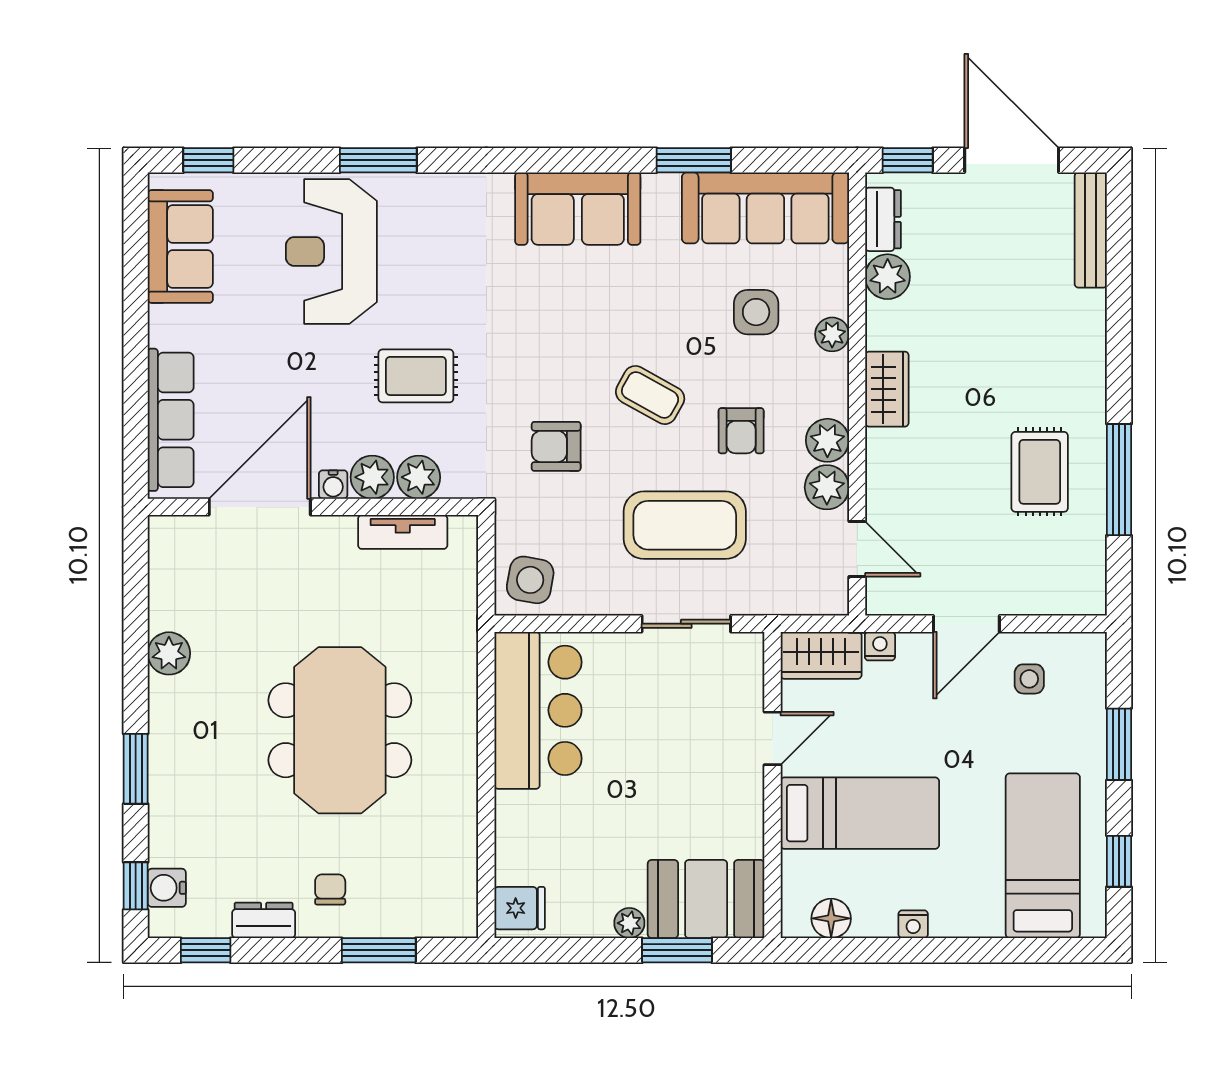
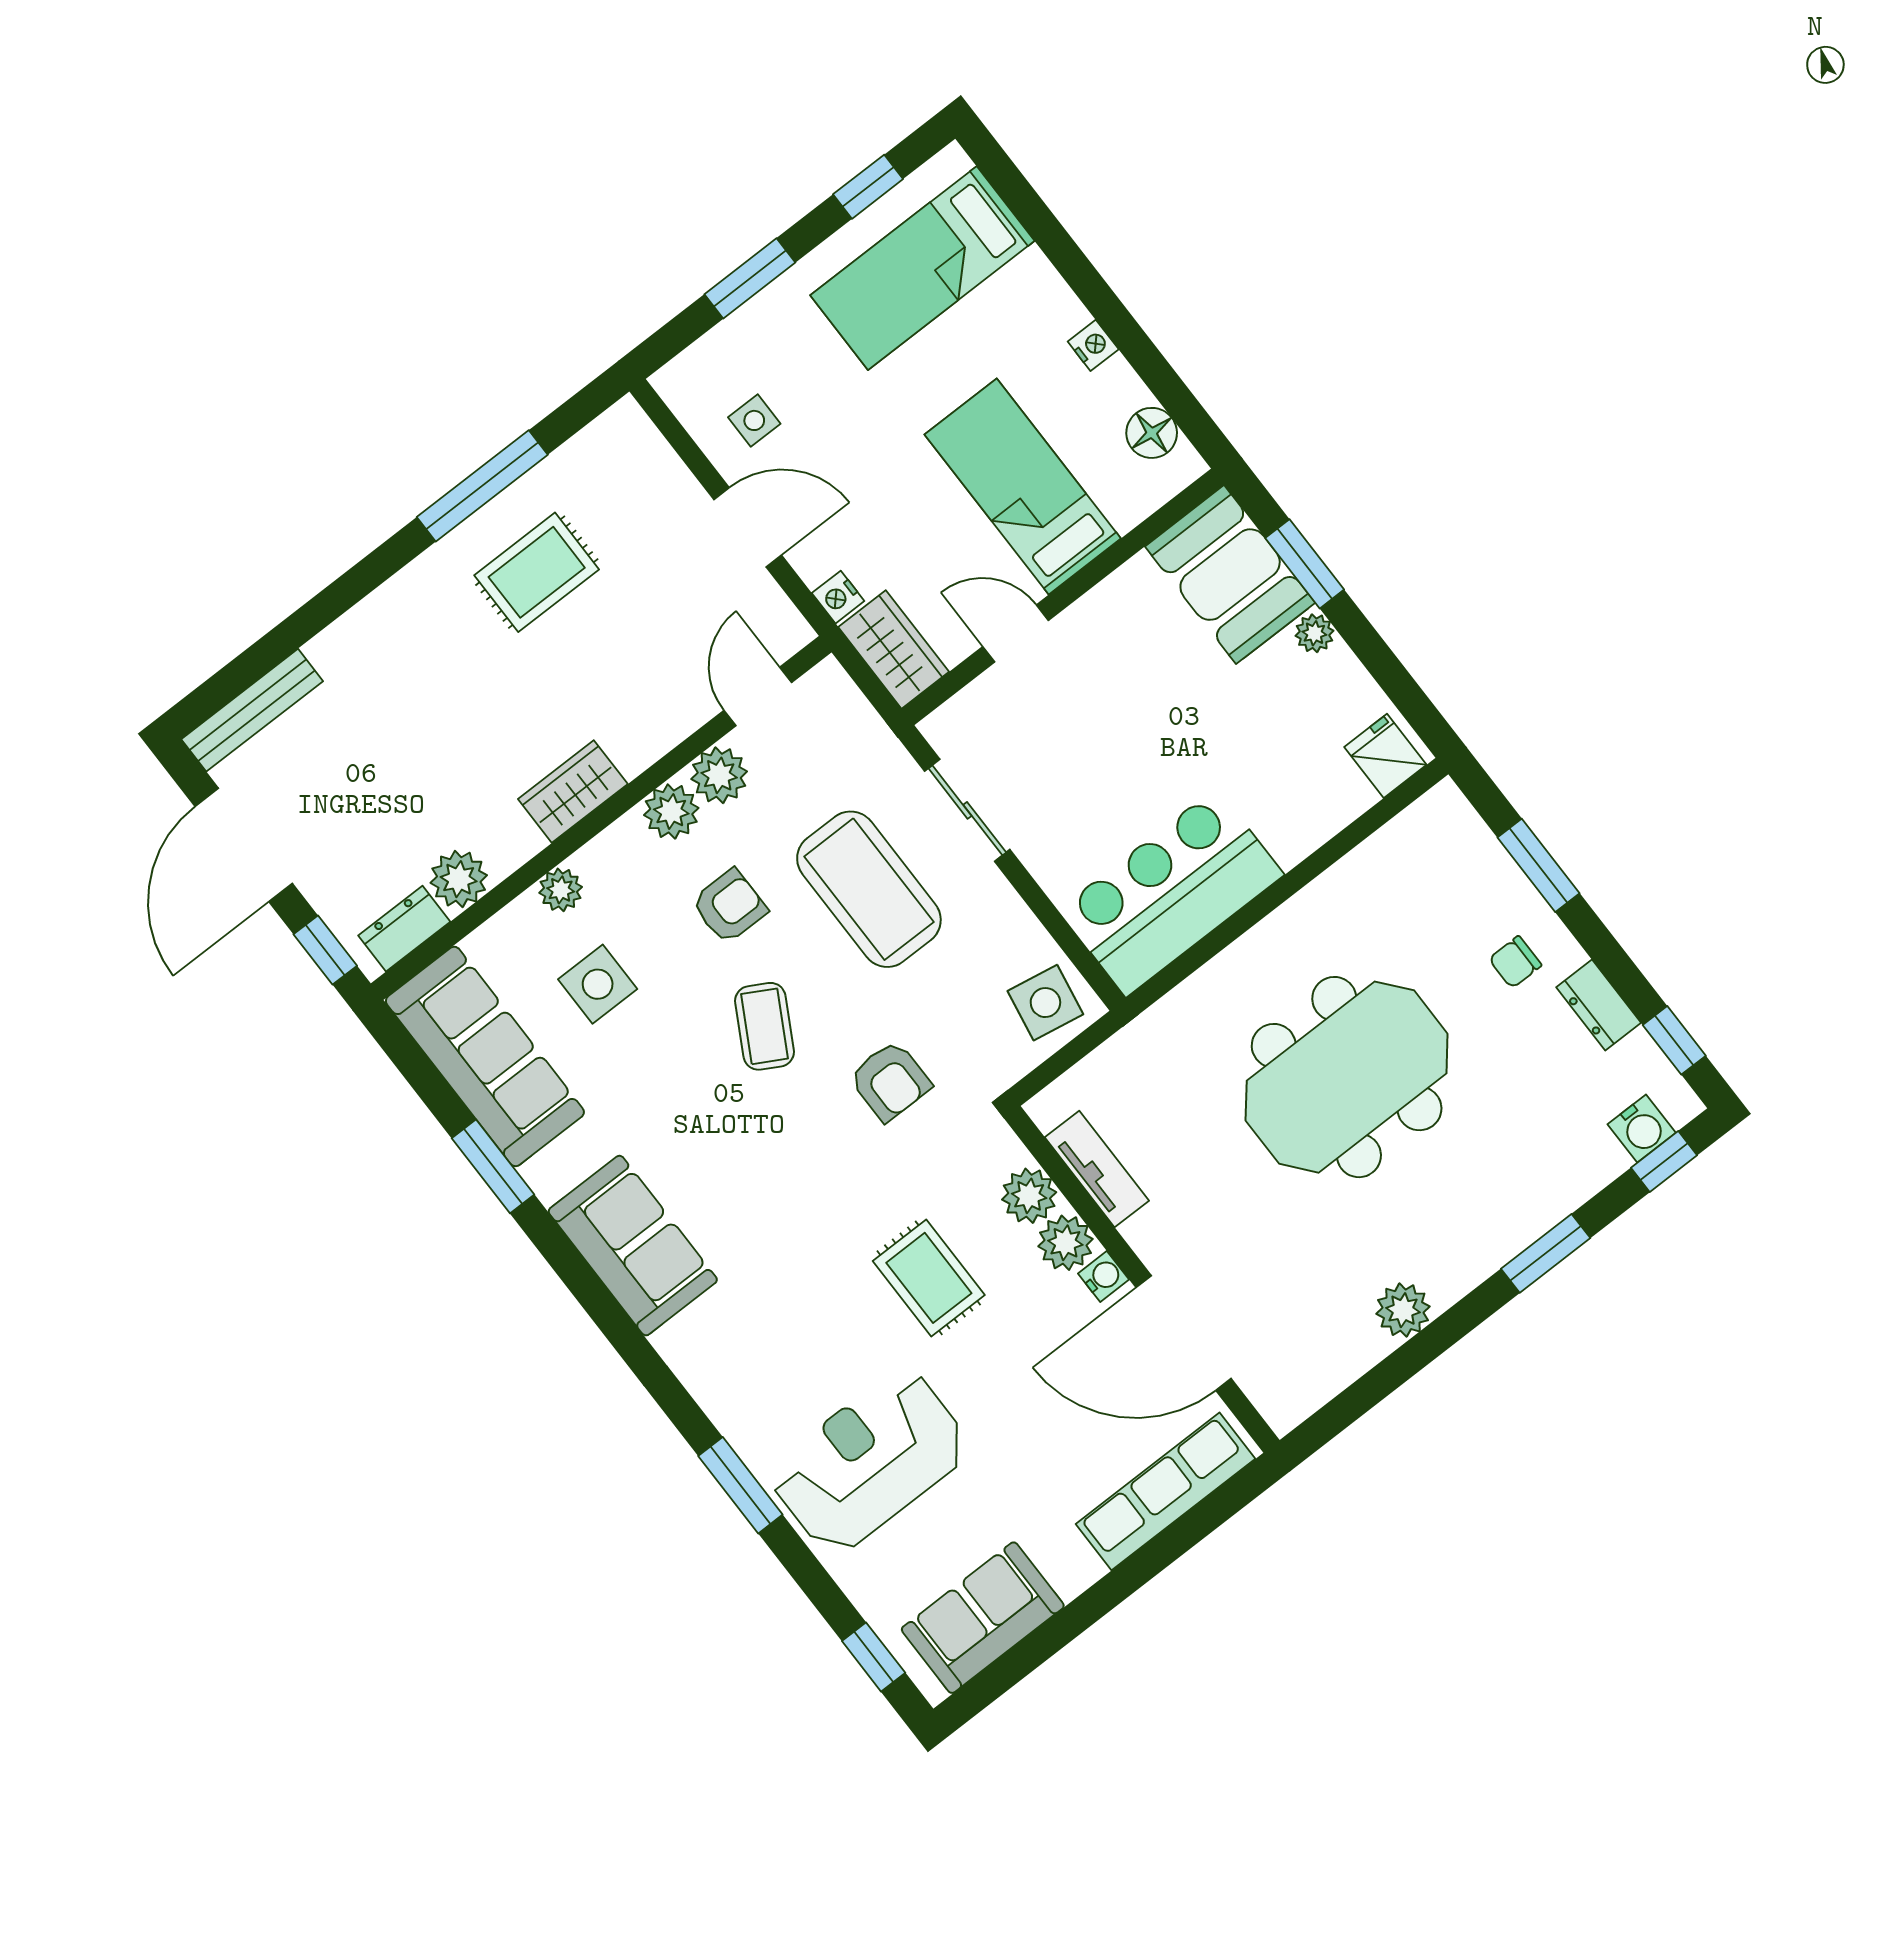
reception desk: (331, 251) -> (869, 1461), turned 180

